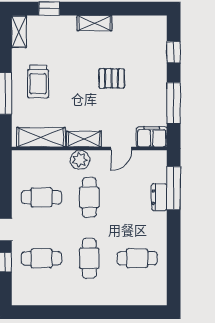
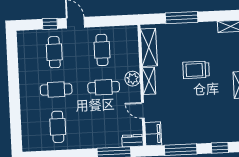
pallet: (112, 78) -> (197, 100), removed
trolley: (38, 81) -> (196, 70), moved
dresser: (159, 197) -> (132, 141), moved

